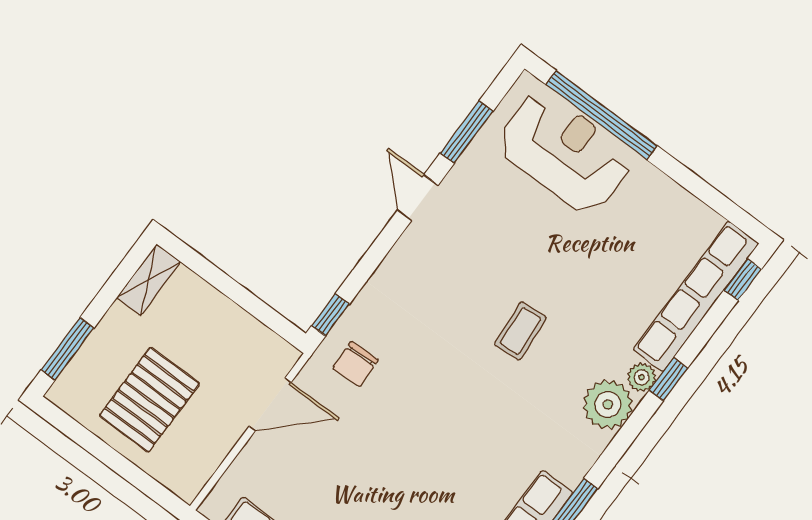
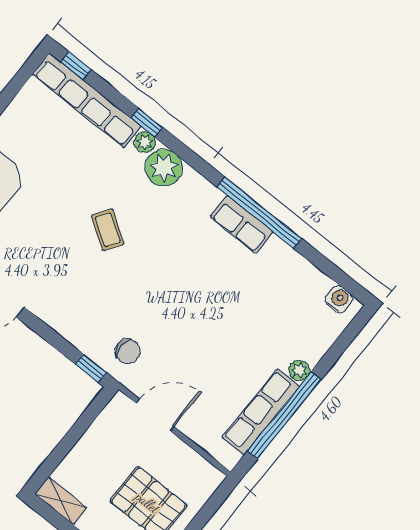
coffee table: (521, 331) -> (108, 230), turned 37
door: (270, 404) -> (155, 415), hinge flipped

